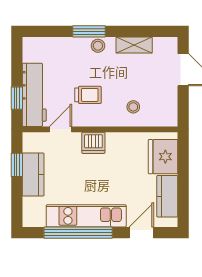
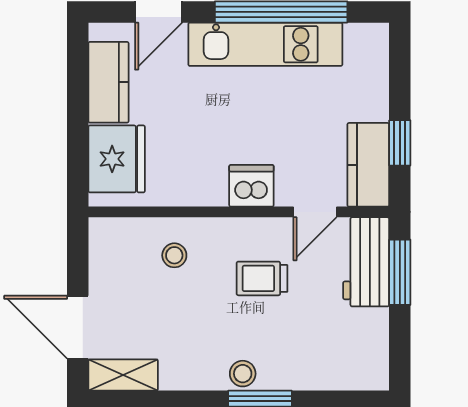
shelving: (134, 45) -> (123, 375), moved
workbench: (34, 95) -> (366, 262), width x0.73
window: (17, 98) -> (400, 272), width x1.50
kitchen counter: (33, 175) -> (368, 165), moved

